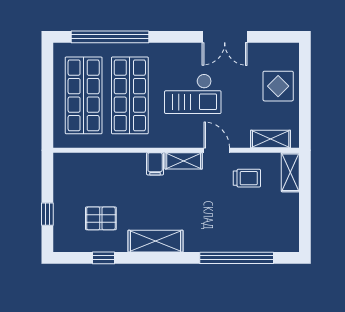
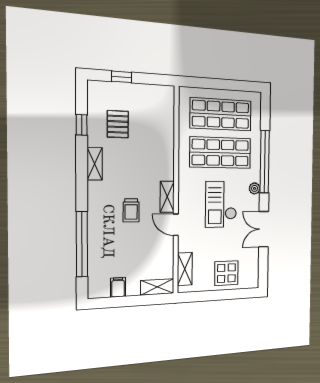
window: (110, 37) -> (265, 162), moved
plant: (173, 50) -> (255, 188), added
door: (217, 150) -> (176, 225), swing flipped
filing cabinet: (155, 164) -> (118, 287), moved, turned 90
trolley: (247, 178) -> (131, 210), moved
shelving: (155, 241) -> (95, 164), width x0.67, depth x0.75

